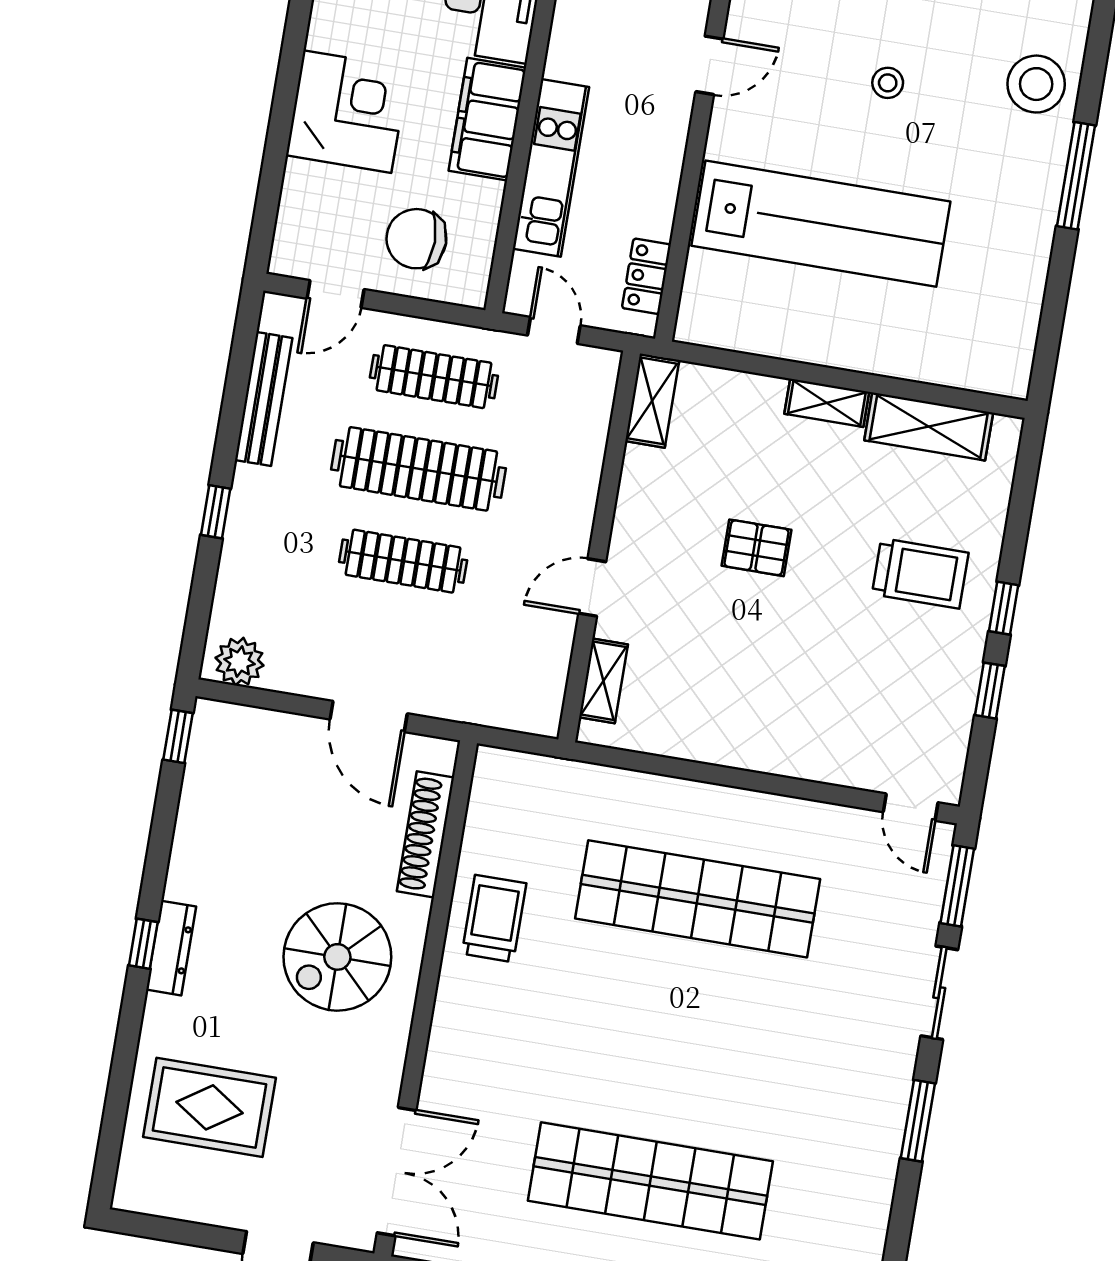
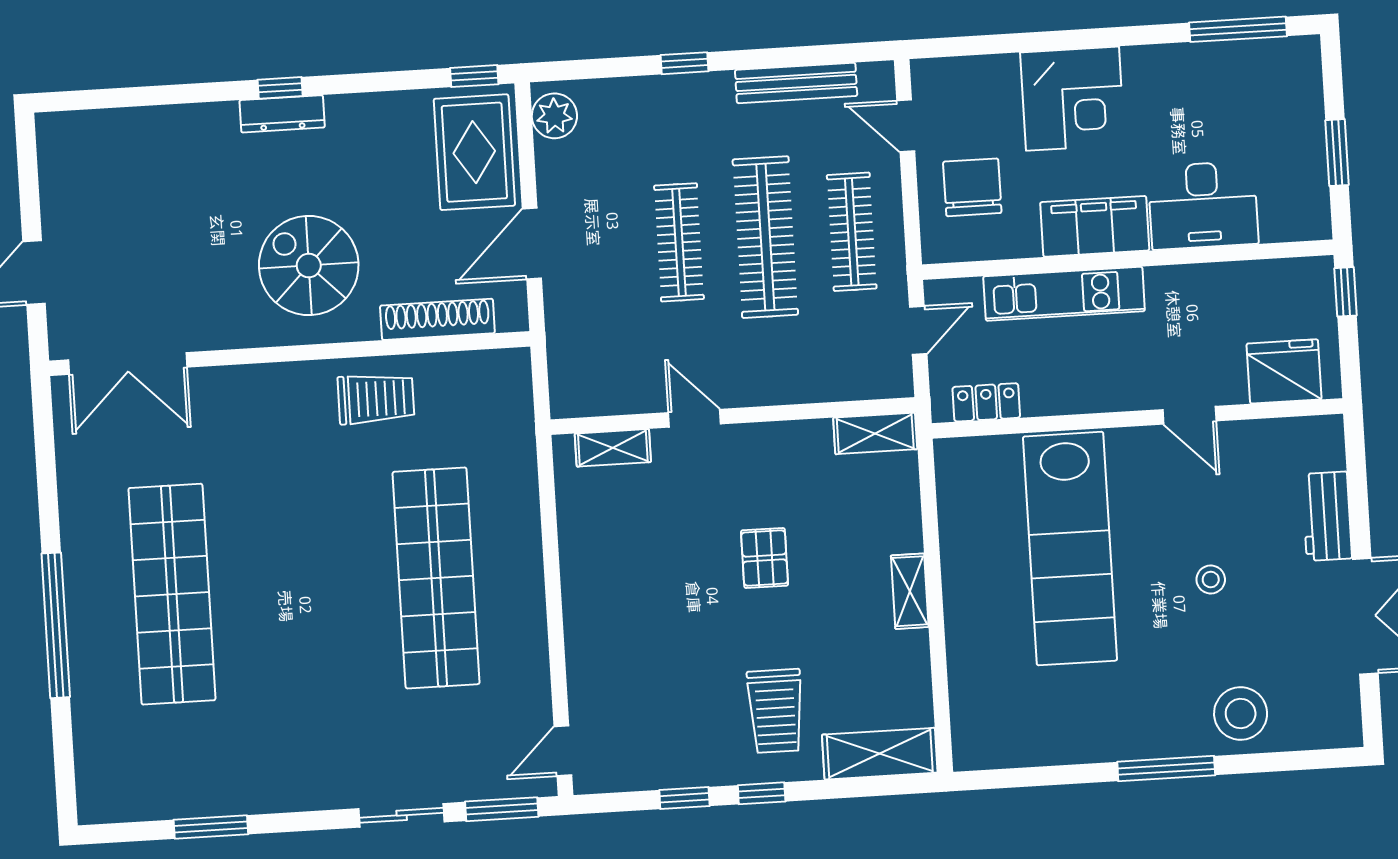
shelving: (929, 426) -> (880, 754), moved, turned 90
rug: (209, 1107) -> (474, 152), moved
window: (918, 1121) -> (211, 827), moved

